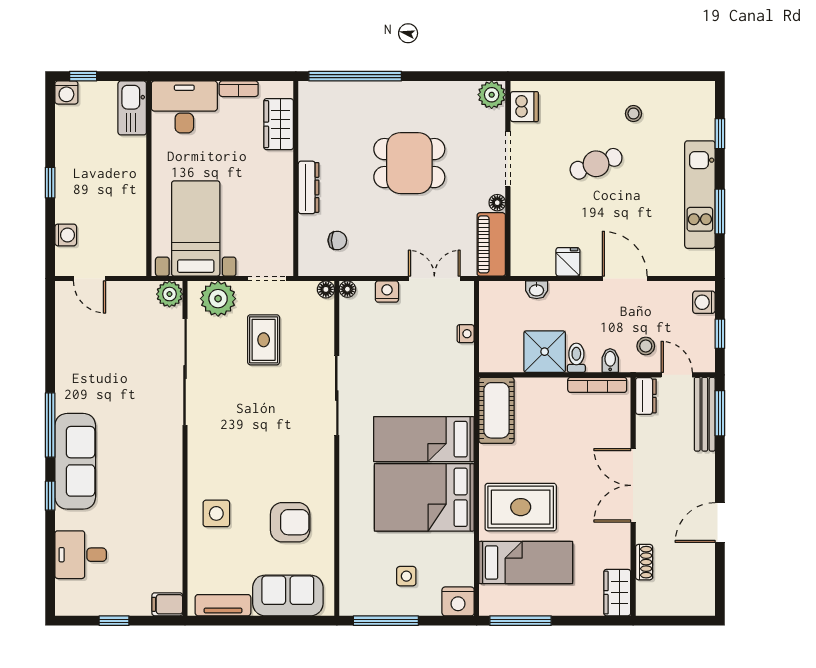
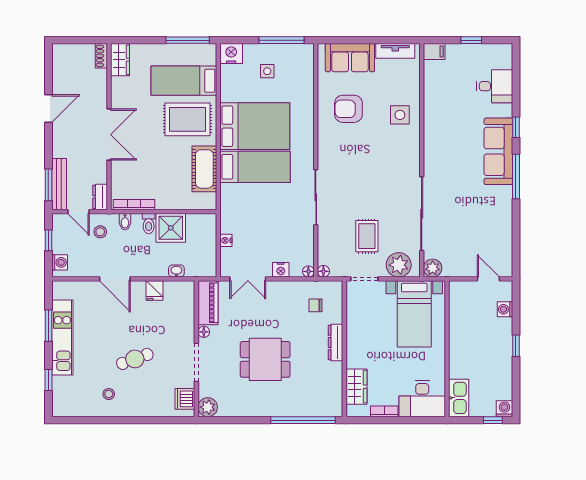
cot: (496, 410) -> (204, 169), moved
shoe rack: (644, 562) -> (101, 56), moved

